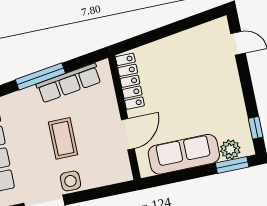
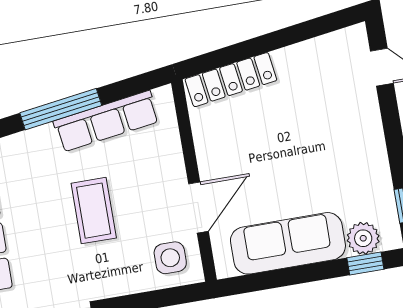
locker: (130, 81) -> (231, 80), moved, turned 82
window: (232, 165) -> (365, 263), width x0.67
side table: (70, 181) -> (170, 258), moved

